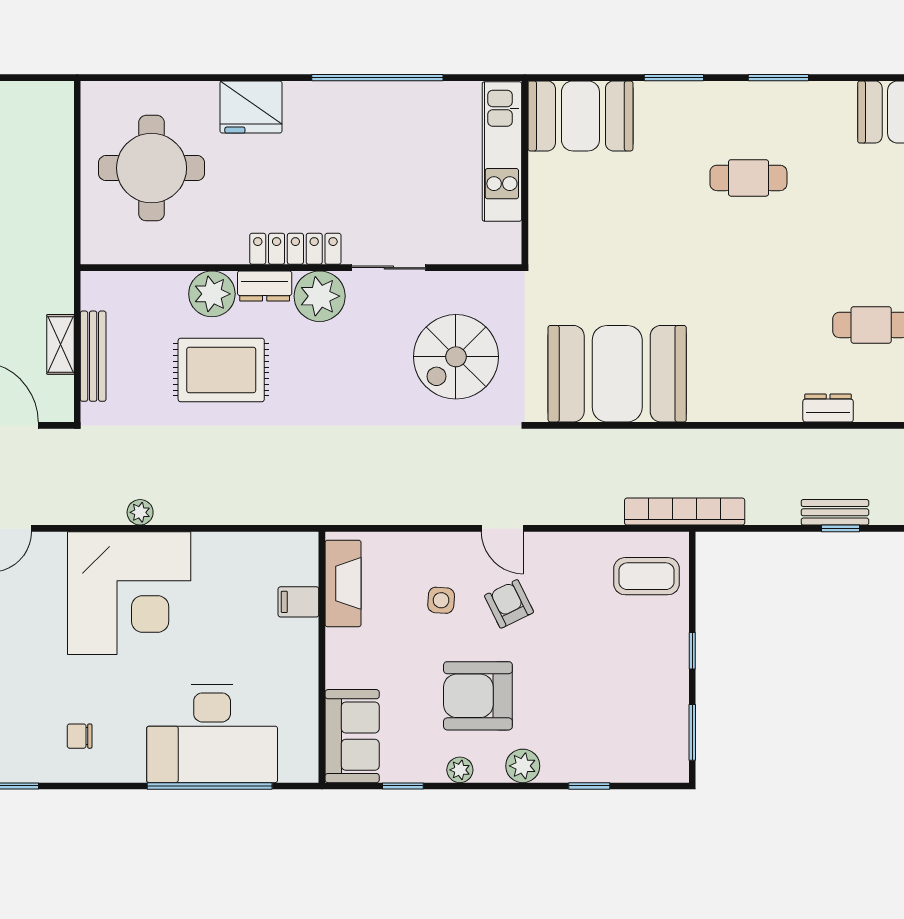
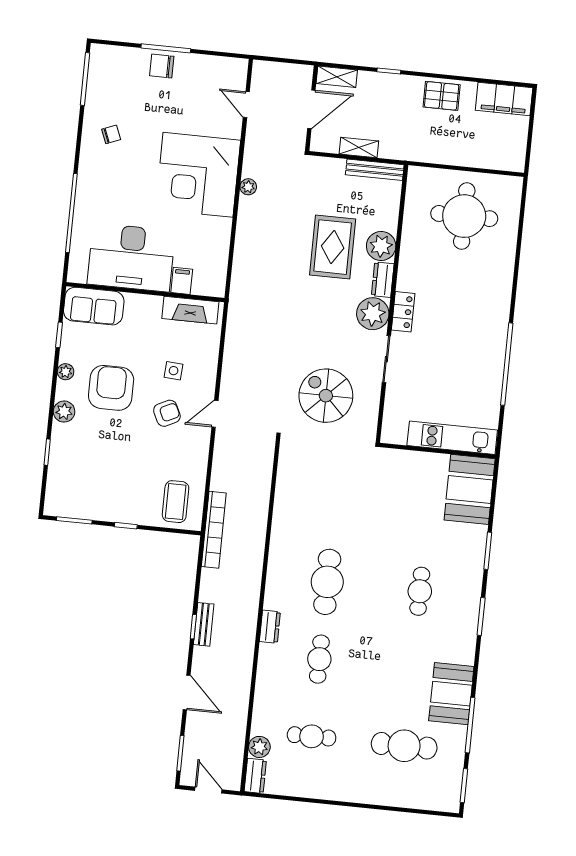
fridge: (251, 107) -> (496, 283), removed
locker: (295, 249) -> (403, 312), width x0.66
cafe table: (748, 325) -> (327, 582), added
bench: (93, 356) -> (375, 170), moved
booth: (617, 374) -> (305, 496), removed
desk: (212, 734) -> (131, 257), moved, turned -90
chair: (80, 736) -> (111, 134), turned 68

